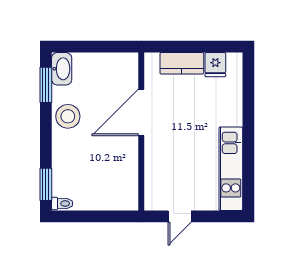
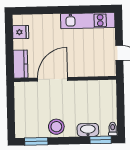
kitchen counter: (182, 63) -> (21, 64), moved
washbasin: (62, 69) -> (88, 130), moved
door: (141, 112) -> (53, 79), swing flipped

